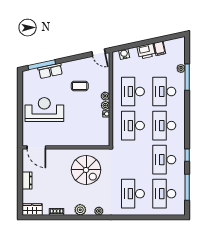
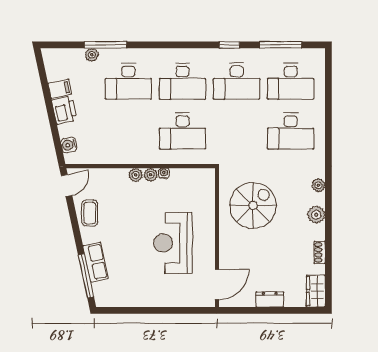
coffee table: (80, 86) -> (90, 213), moved
desk: (133, 92) -> (128, 131), removed
reception desk: (44, 110) -> (173, 243), moved

